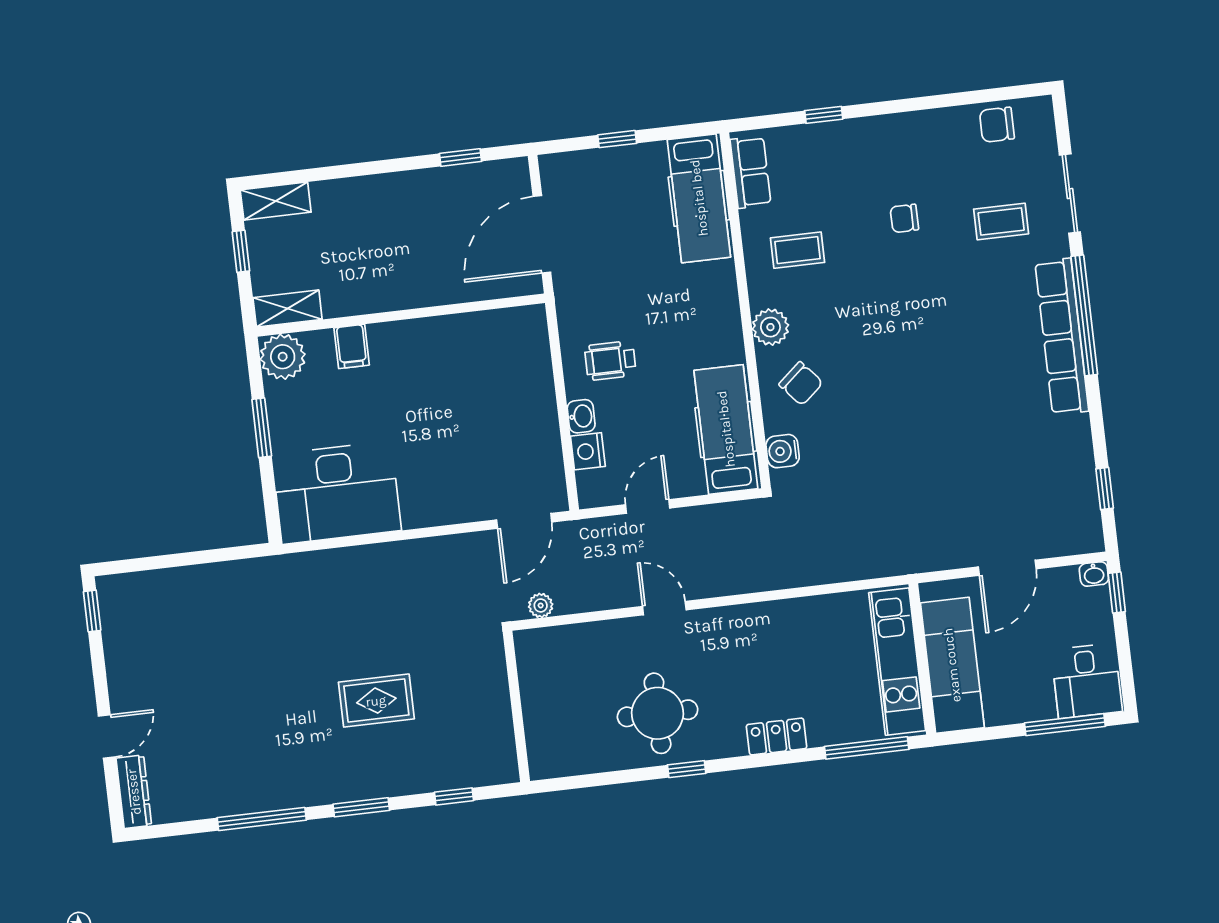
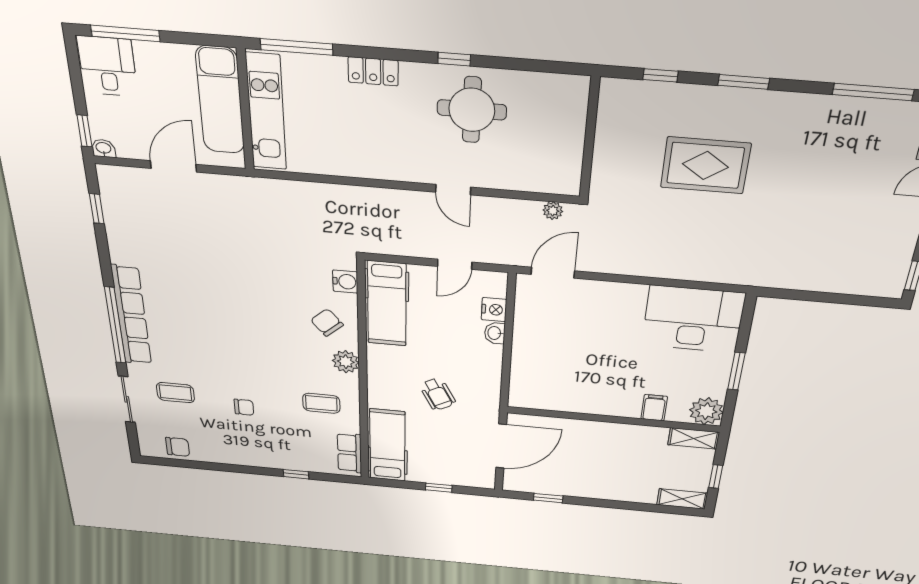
wheelchair: (610, 361) -> (438, 394), moved, turned 62
rug: (376, 701) -> (705, 165), width x1.36, depth x1.43
window: (262, 819) -> (873, 92), moved

